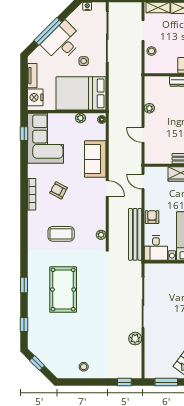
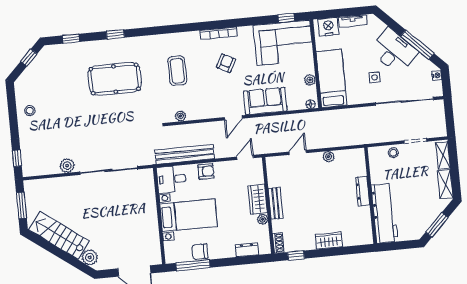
window: (48, 31) -> (417, 45), moved
bed: (81, 93) -> (331, 78), width x0.67

